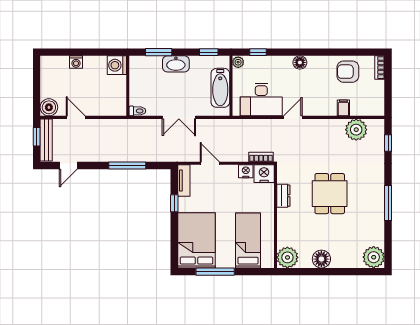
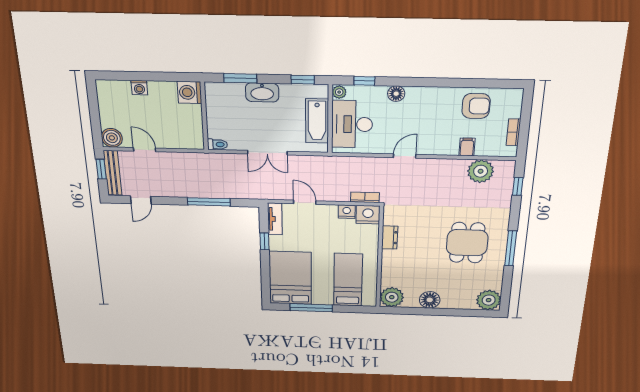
floor lamp: (300, 62) -> (396, 94), moved
bookcase: (380, 68) -> (513, 132), moved
armchair: (348, 72) -> (476, 106), turned 180
desk: (261, 100) -> (352, 124), moved, turned 90
dining table: (330, 194) -> (467, 243), moved

